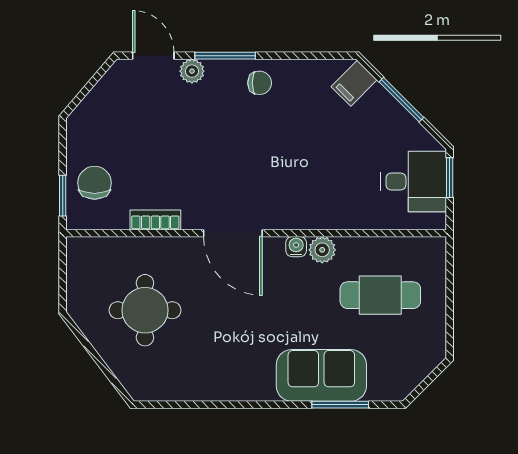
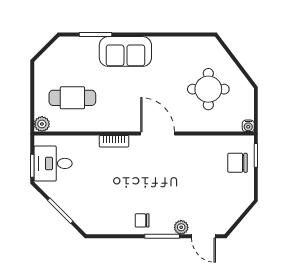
filing cabinet: (354, 83) -> (88, 220), removed
chair: (95, 183) -> (237, 163), turned 90
bookcase: (155, 220) -> (114, 141), moved
water cooler: (296, 247) -> (248, 126), moved
plant: (322, 250) -> (42, 124), moved
sofa: (321, 375) -> (125, 51), moved

